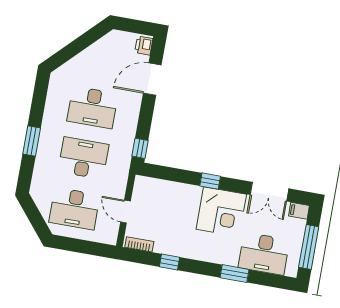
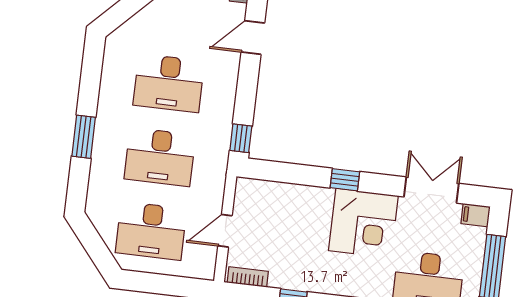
door: (152, 79) -> (253, 37), width x0.73
desk: (83, 158) -> (160, 157), turned 180
double door: (270, 192) -> (431, 190), swing flipped
door: (125, 212) -> (225, 231), hinge flipped

